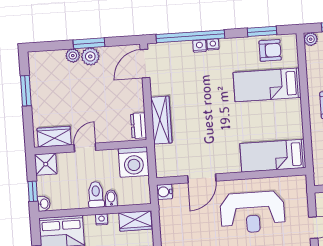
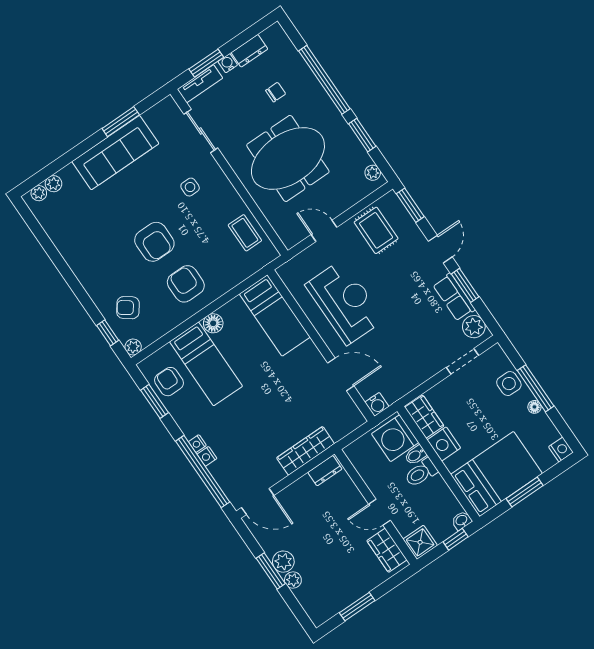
floor lamp: (294, 107) -> (213, 323), added
washing machine: (134, 162) -> (395, 438), moved, turned 180
nightstand: (102, 219) -> (444, 444), width x1.89, depth x1.79

